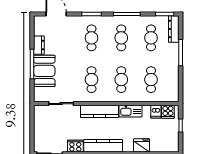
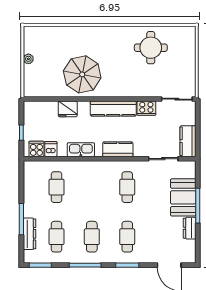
dresser: (174, 29) -> (29, 234), moved
cafe table: (121, 80) -> (92, 187), removed
kitchen counter: (99, 111) -> (118, 149), width x0.67
kitchen counter: (40, 118) -> (188, 141), added

